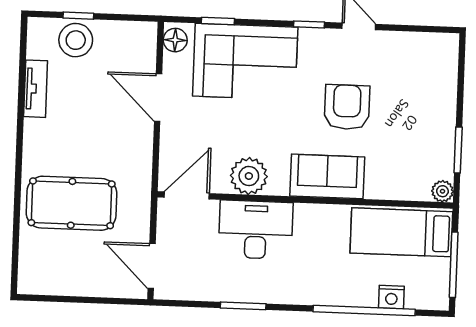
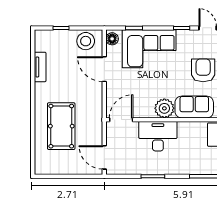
stool: (76, 40) -> (86, 41), moved
plant: (249, 176) -> (164, 108), moved
pool table: (72, 203) -> (61, 126), turned 90

